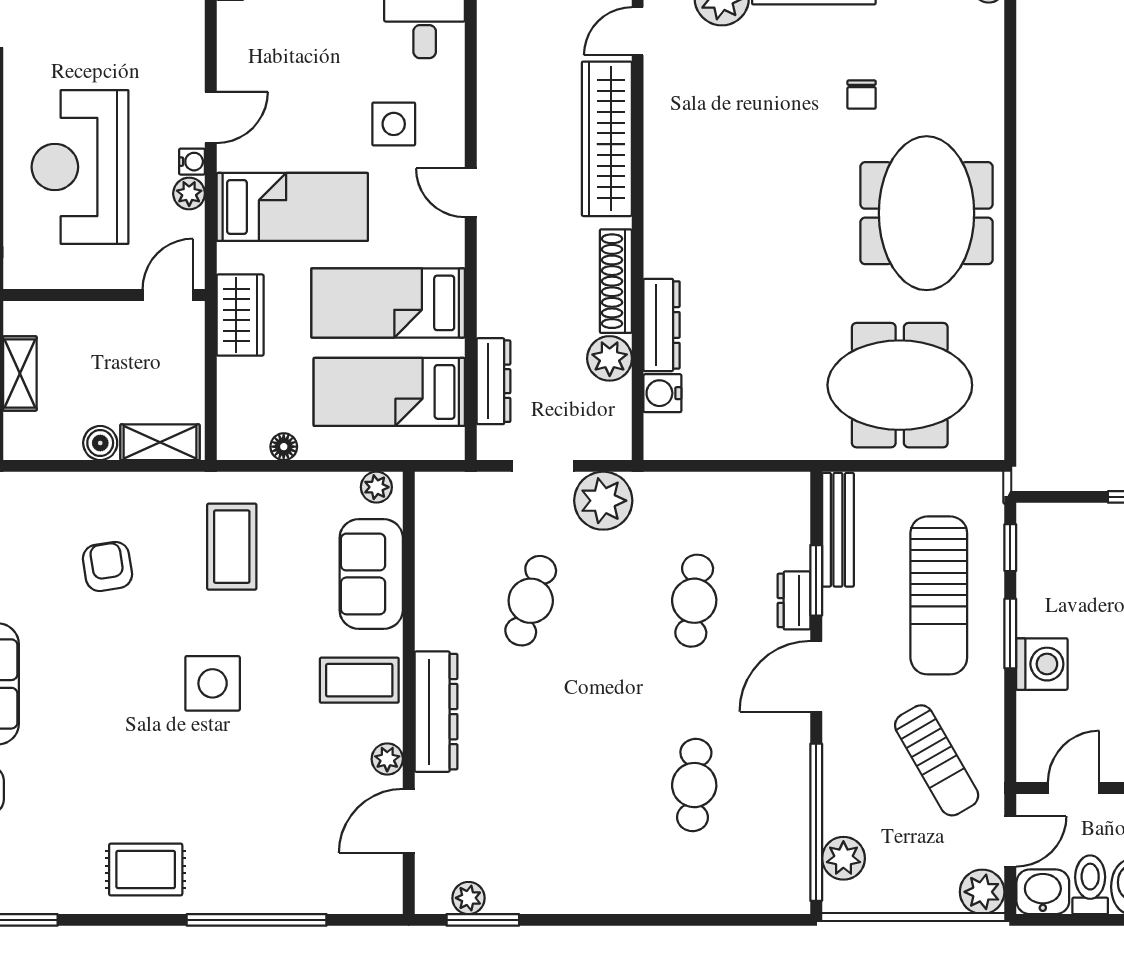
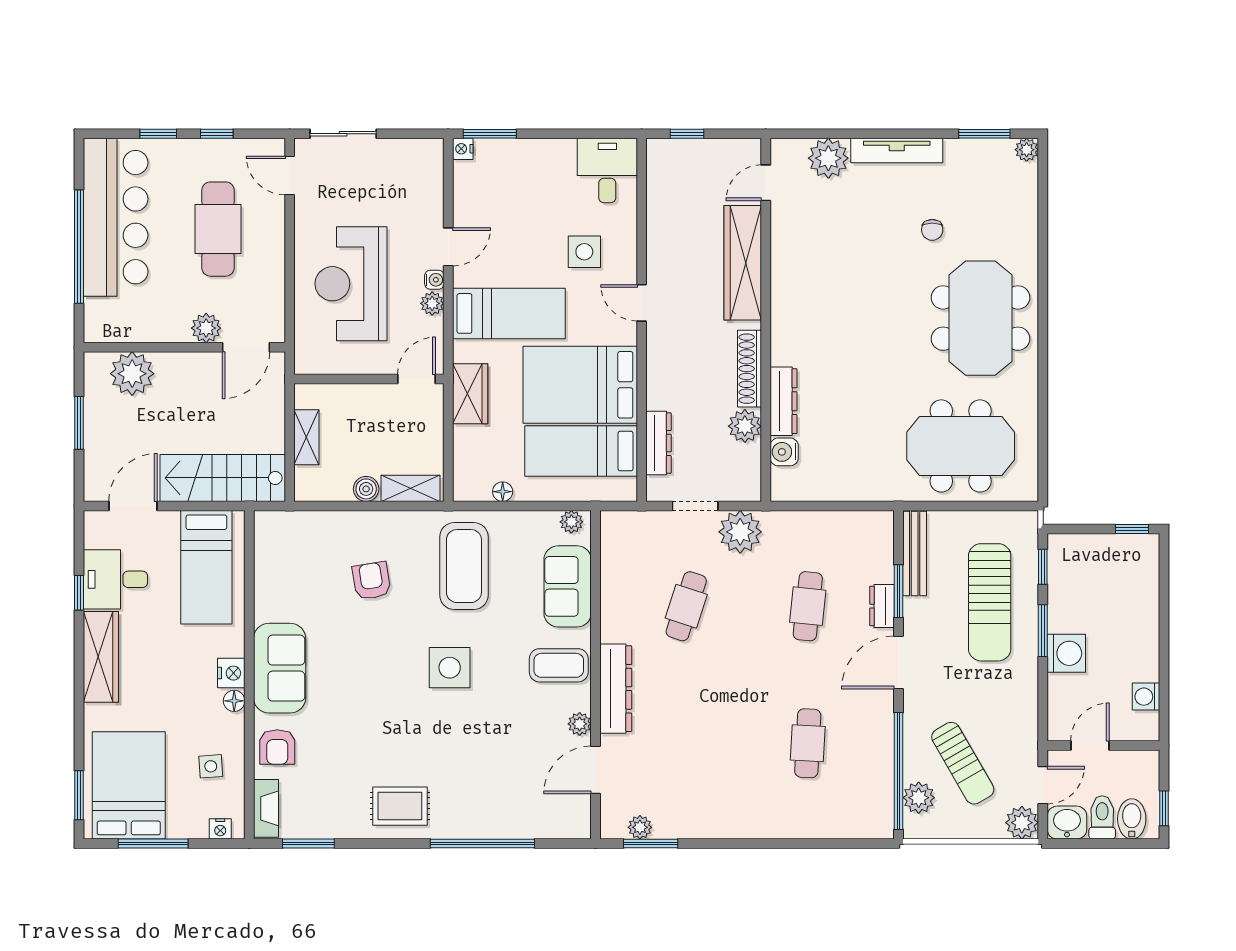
bed: (388, 303) -> (580, 385), width x1.50
coffee table: (232, 547) -> (464, 566), width x1.36, depth x1.32
sun lounger: (937, 760) -> (963, 763), moved

